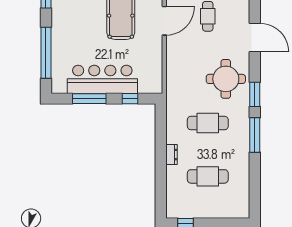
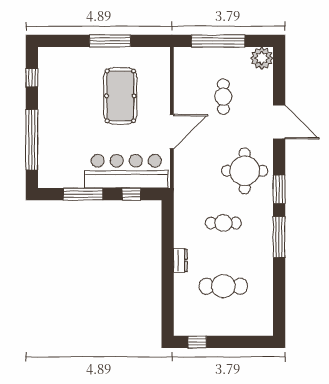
door: (164, 21) -> (172, 132), moved
bar counter: (102, 79) -> (126, 171), moved
cafe table: (208, 123) -> (223, 223), width x0.73, depth x0.74

